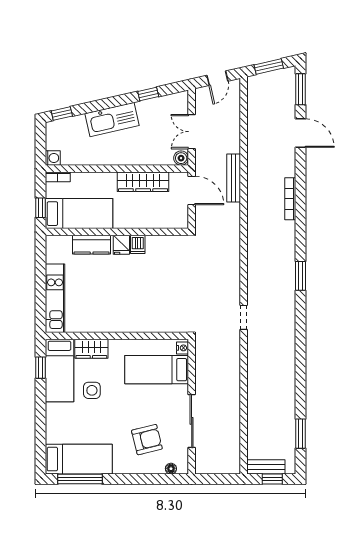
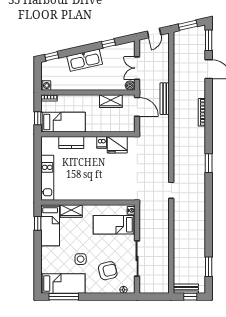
wardrobe: (143, 182) -> (111, 101), width x0.67
fridge: (121, 245) -> (117, 145), moved, width x1.88, depth x1.34
side table: (92, 390) -> (81, 259), moved

